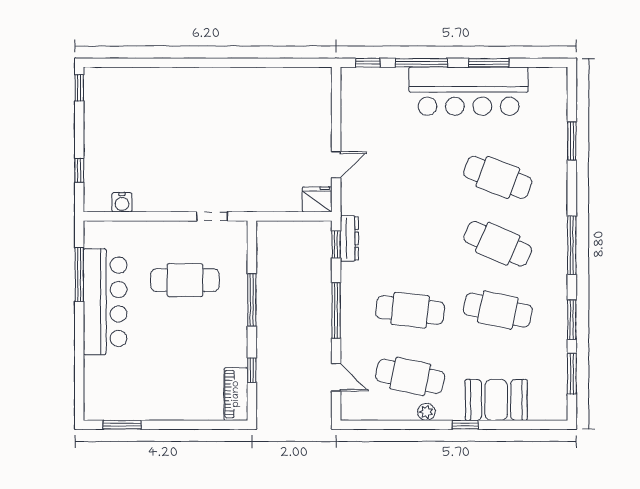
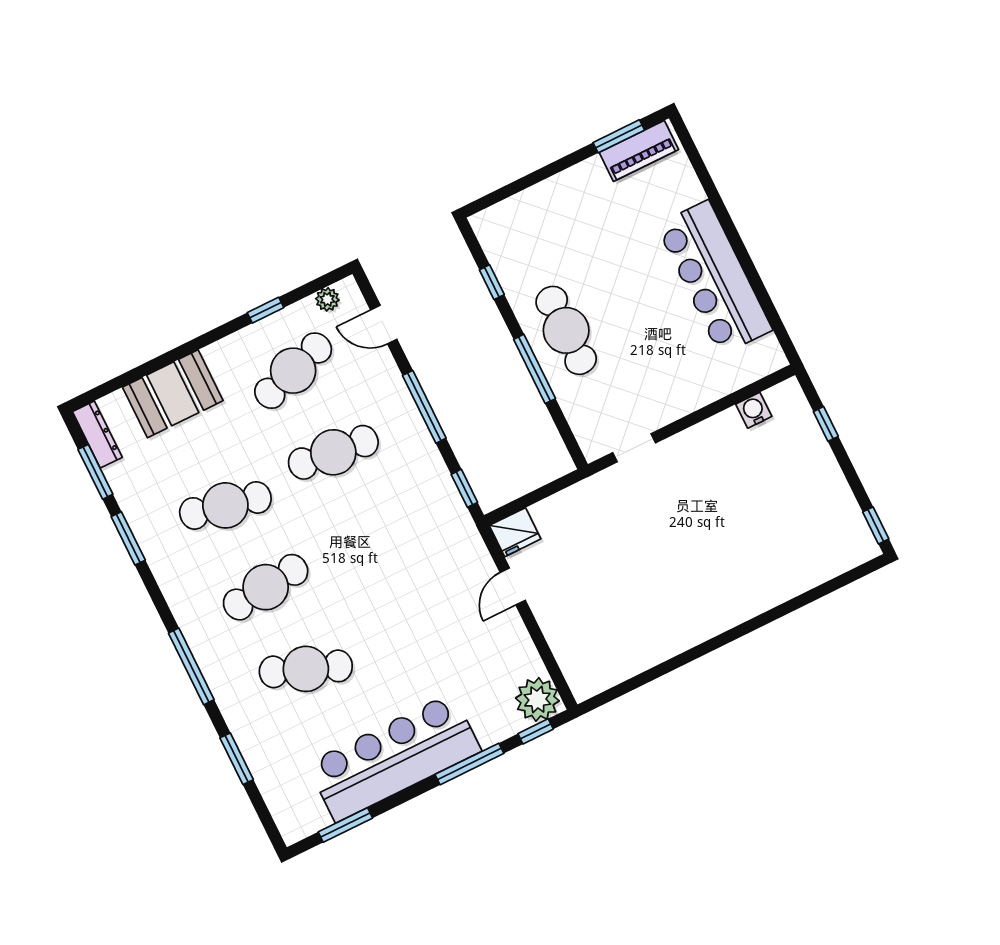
window: (489, 63) -> (345, 825), moved
plant: (356, 83) -> (537, 700), added
dresser: (349, 238) -> (97, 434), moved, turned 180
cafe table: (498, 244) -> (266, 587), turned -30
window: (572, 245) -> (191, 666), moved
window: (79, 275) -> (763, 296), removed
cafe table: (185, 280) -> (566, 330), moved, turned 90
cafe table: (410, 376) -> (293, 371), turned -30
piano: (236, 394) -> (639, 151), moved, turned 90
plant: (426, 412) -> (327, 299), moved
window: (465, 425) -> (266, 310), moved

